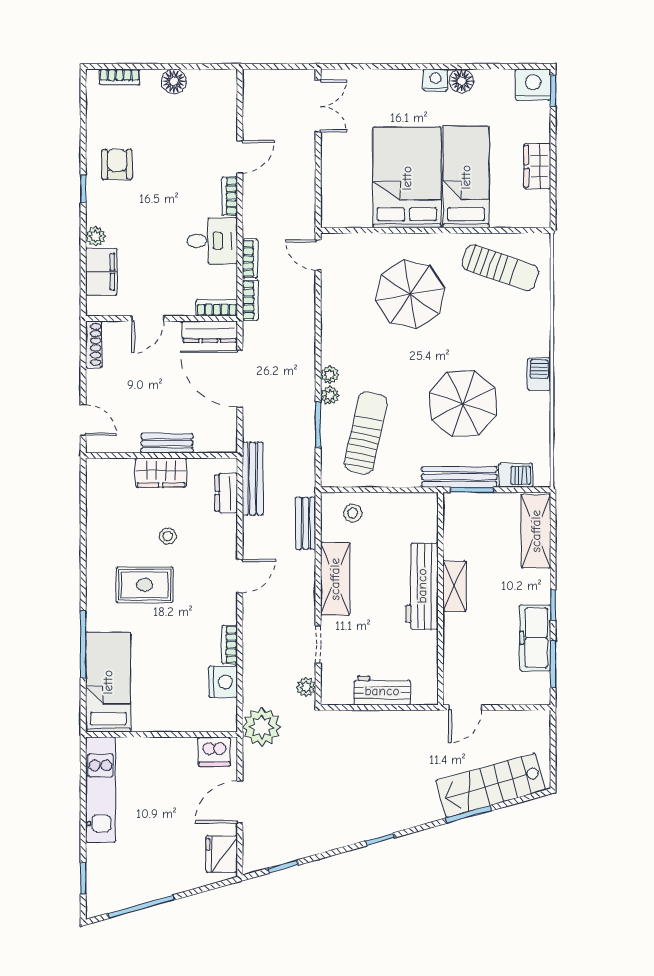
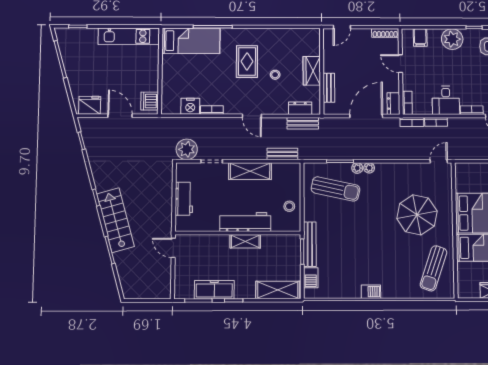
plant: (96, 236) -> (452, 39), width x1.88, depth x1.88
filing cabinet: (101, 272) -> (420, 37), width x0.50
dresser: (210, 332) -> (393, 104), width x0.70
parasol: (463, 403) -> (353, 246), removed
bench: (167, 443) -> (329, 88), moved
bench: (253, 479) -> (303, 123), width x0.73
stool: (353, 513) -> (289, 206), moved
plant: (306, 687) -> (187, 149), width x1.87, depth x1.87
plant: (262, 727) -> (164, 128), removed
stairs: (491, 785) -> (115, 220), moved

